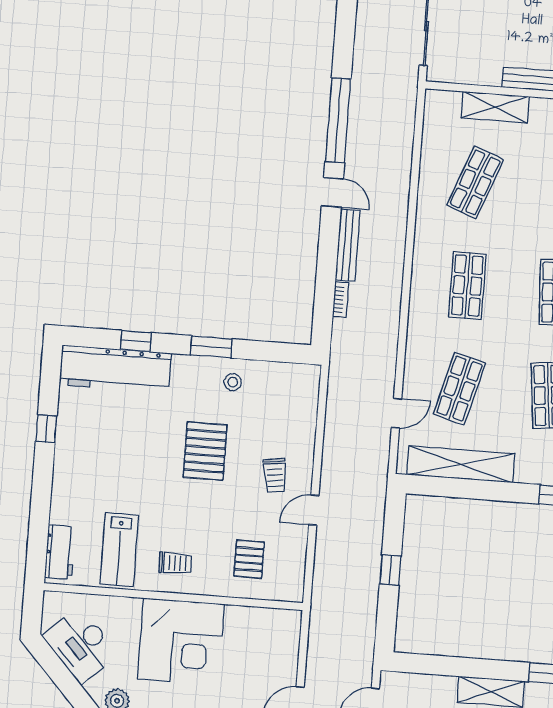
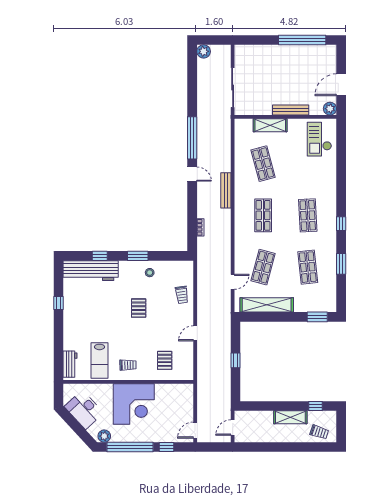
shop shelf: (475, 182) -> (263, 164), turned -36
bench: (348, 245) -> (226, 190), moved
pallet: (205, 451) -> (139, 308), width x0.67, depth x0.71
trolley: (275, 475) -> (182, 295), moved

